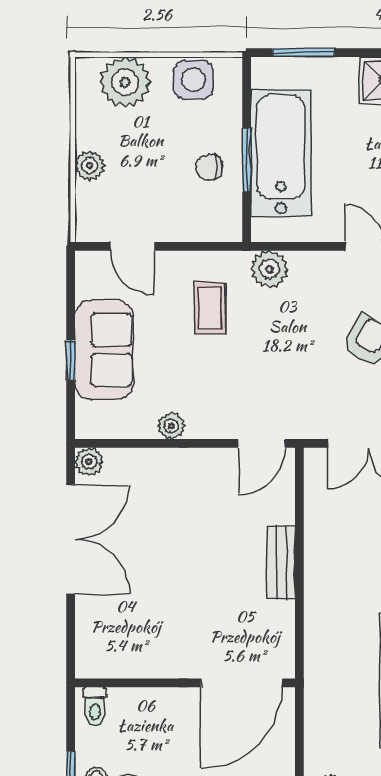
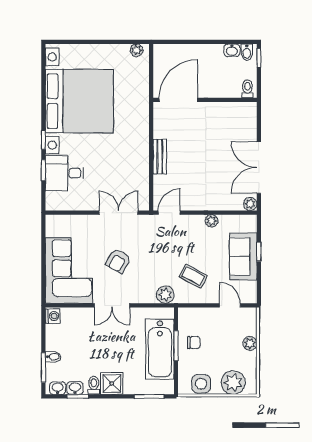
coffee table: (210, 308) -> (193, 276), turned -62

